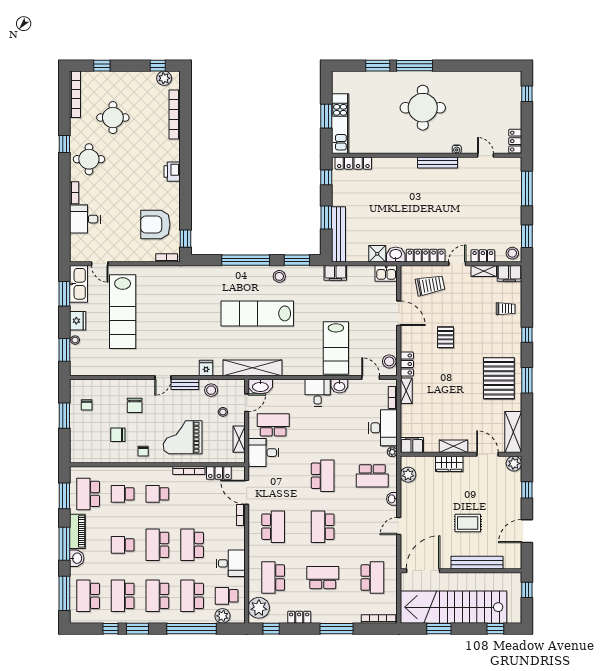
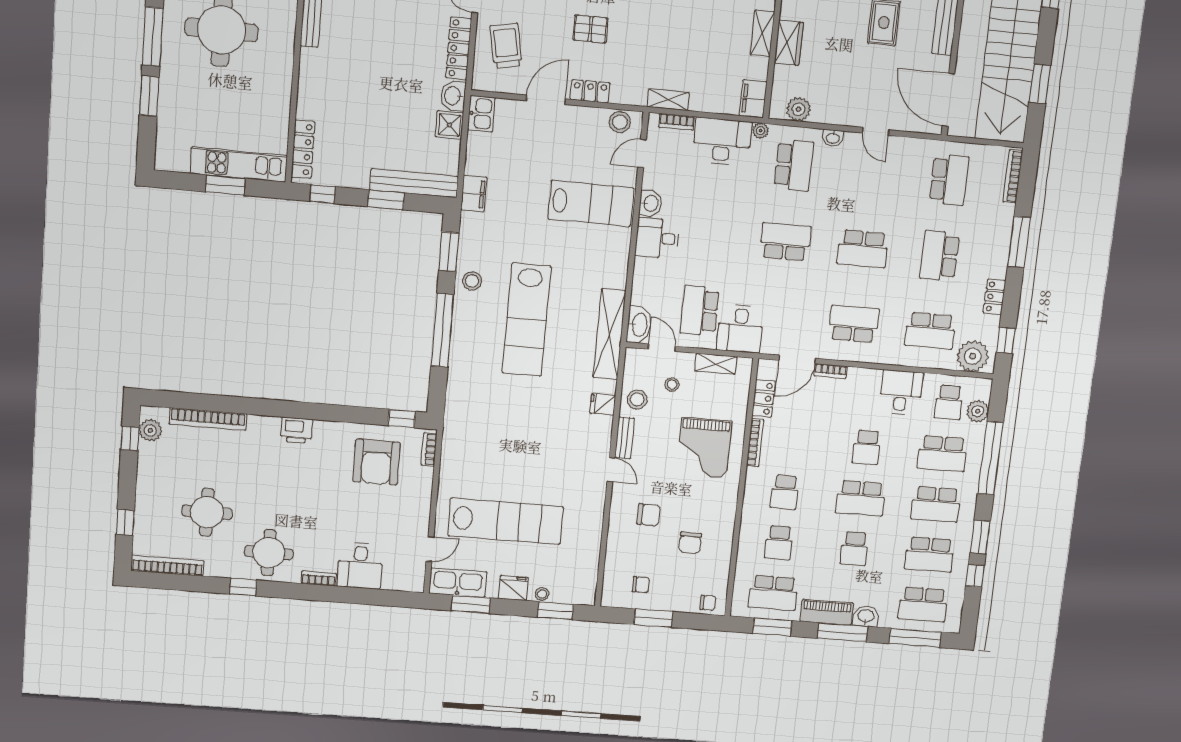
locker: (407, 364) -> (590, 91), moved
chair: (143, 451) -> (708, 603), moved
school desk: (192, 545) -> (867, 447), width x0.54
school desk: (372, 578) -> (949, 180), turned 90

